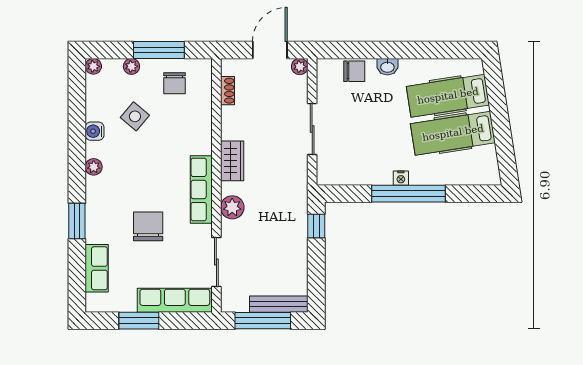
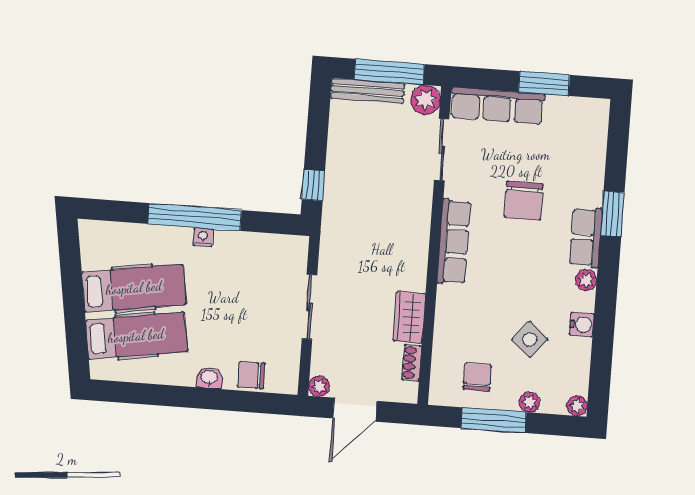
wardrobe: (232, 161) -> (409, 317), moved
plant: (232, 207) -> (425, 100), moved
row of seats: (97, 268) -> (586, 237), moved

